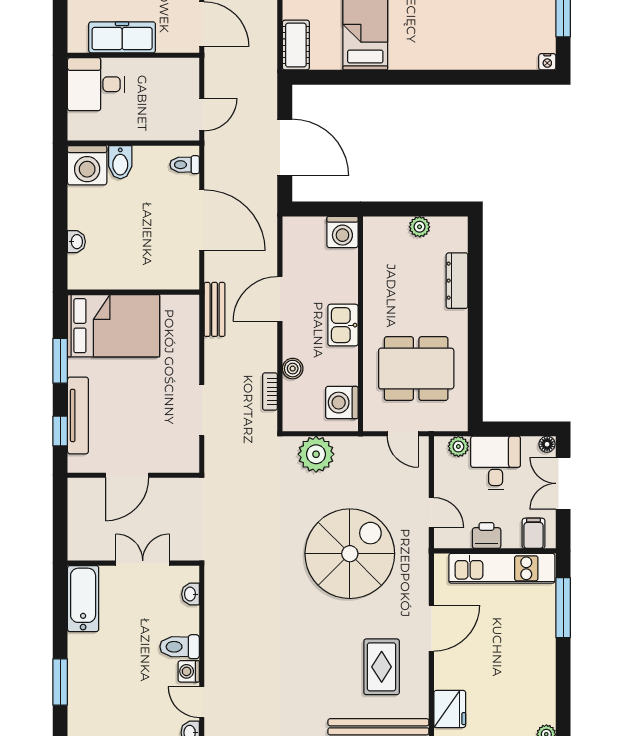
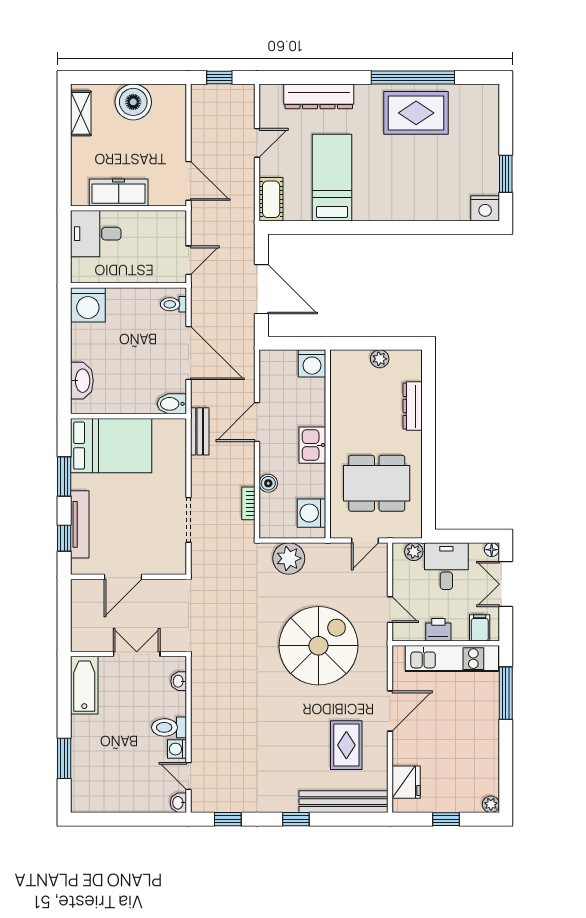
nightstand: (547, 62) -> (485, 208), width x1.89, depth x1.79
bidet: (120, 162) -> (172, 404), moved, turned 90
washbasin: (76, 242) -> (82, 381), width x1.91, depth x1.45
door: (403, 434) -> (365, 540), hinge flipped

